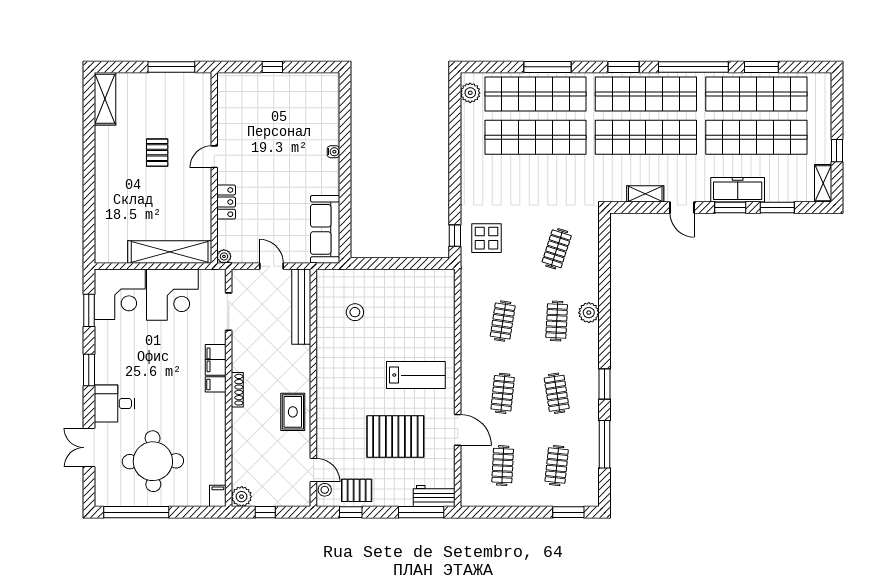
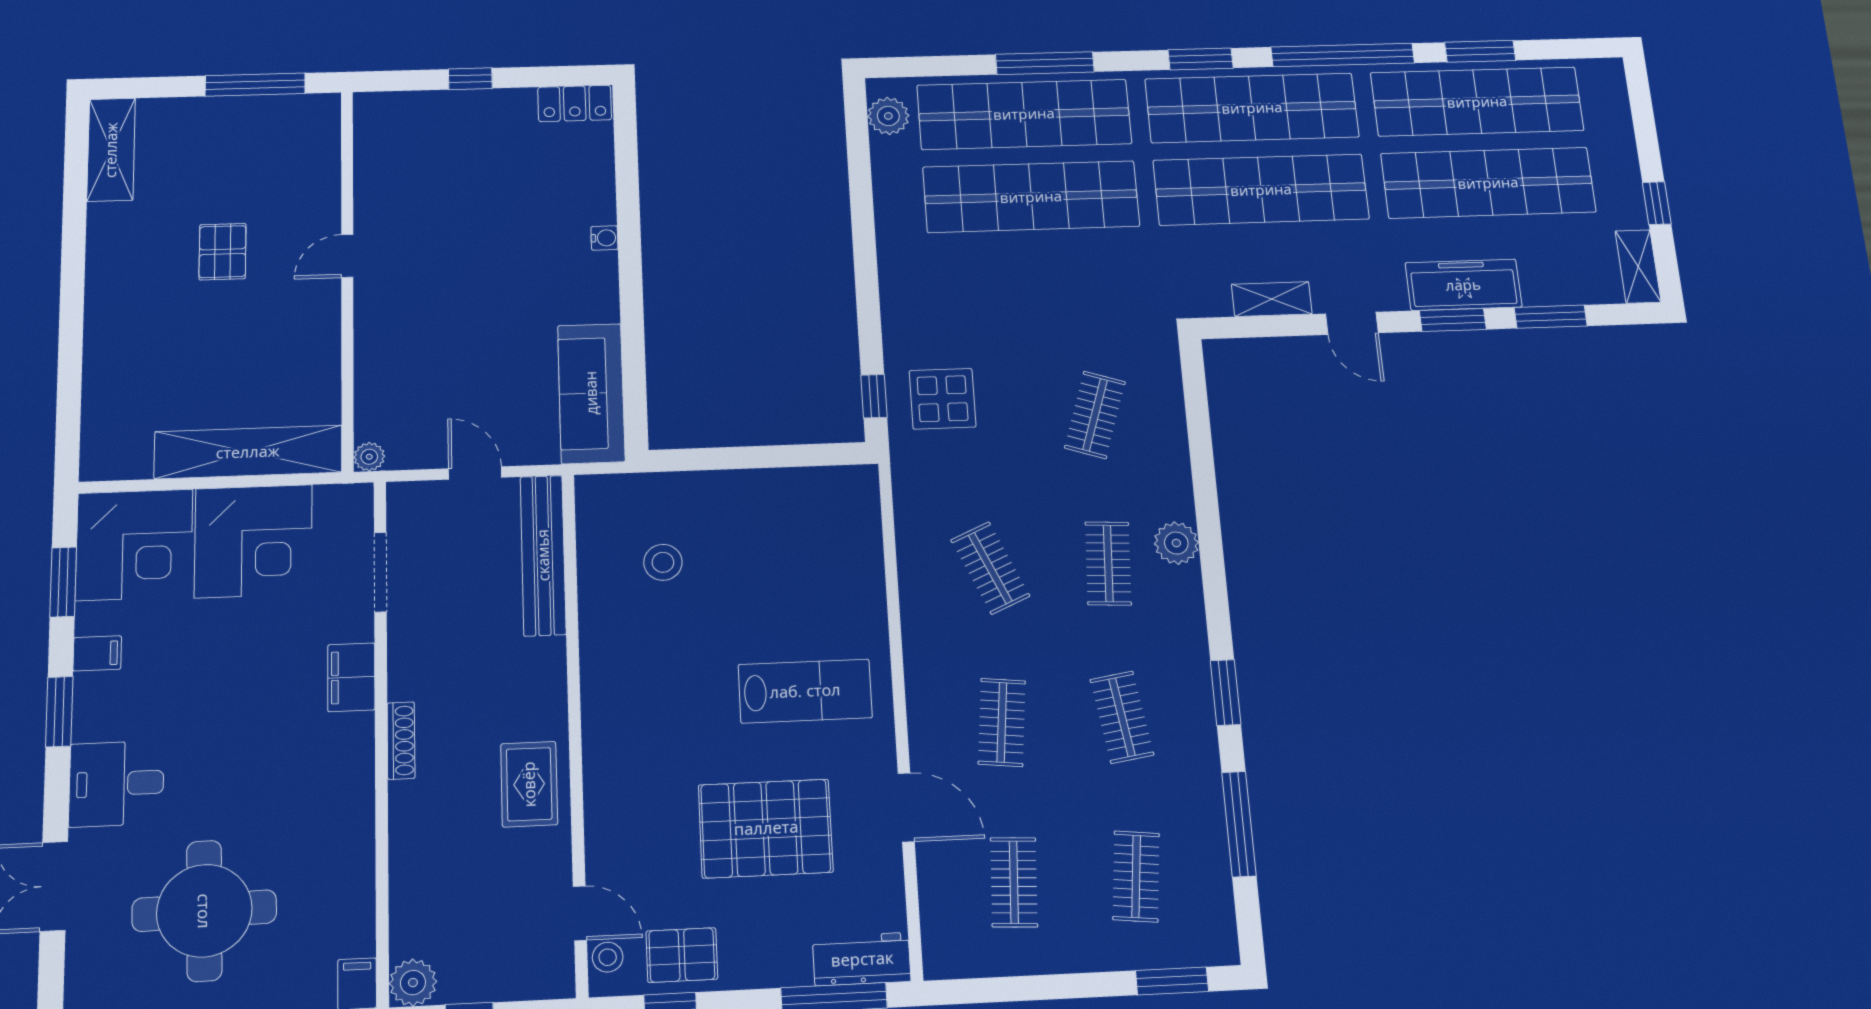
locker: (226, 202) -> (575, 103), moved, turned 90
clothes rail: (503, 321) -> (990, 568), turned -33
filing cabinet: (216, 384) -> (97, 653), moved, turned 180

